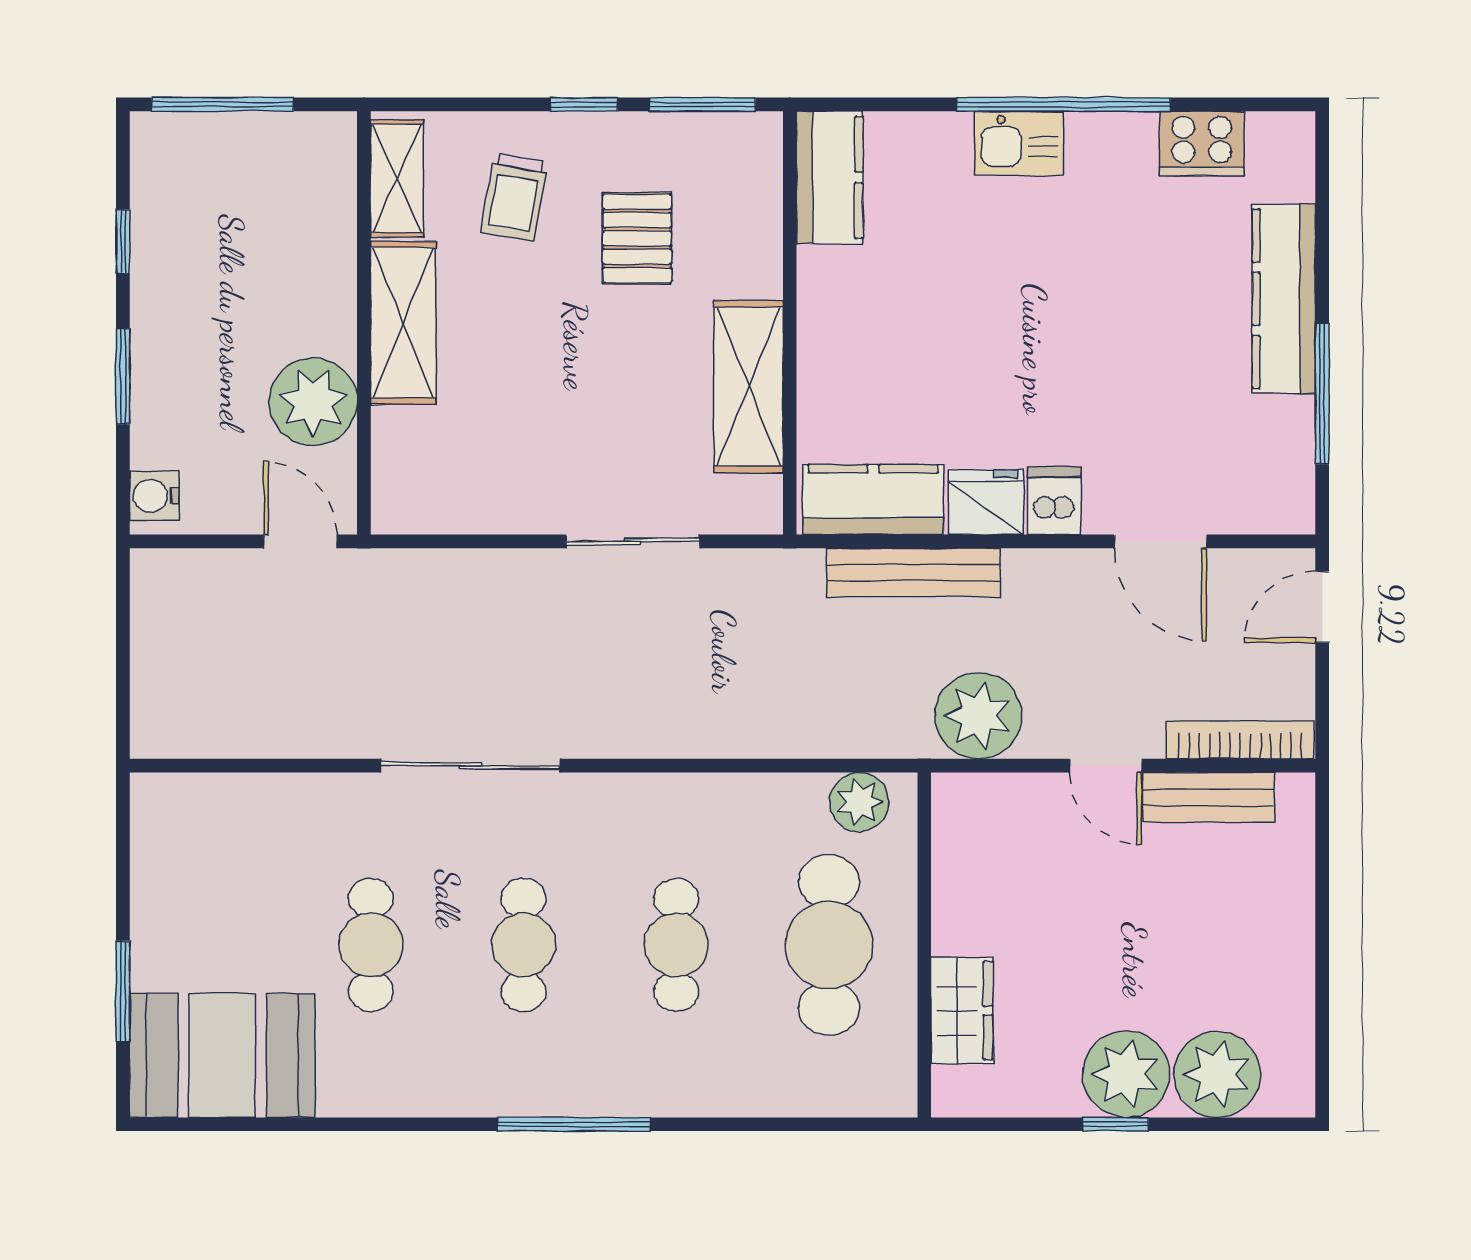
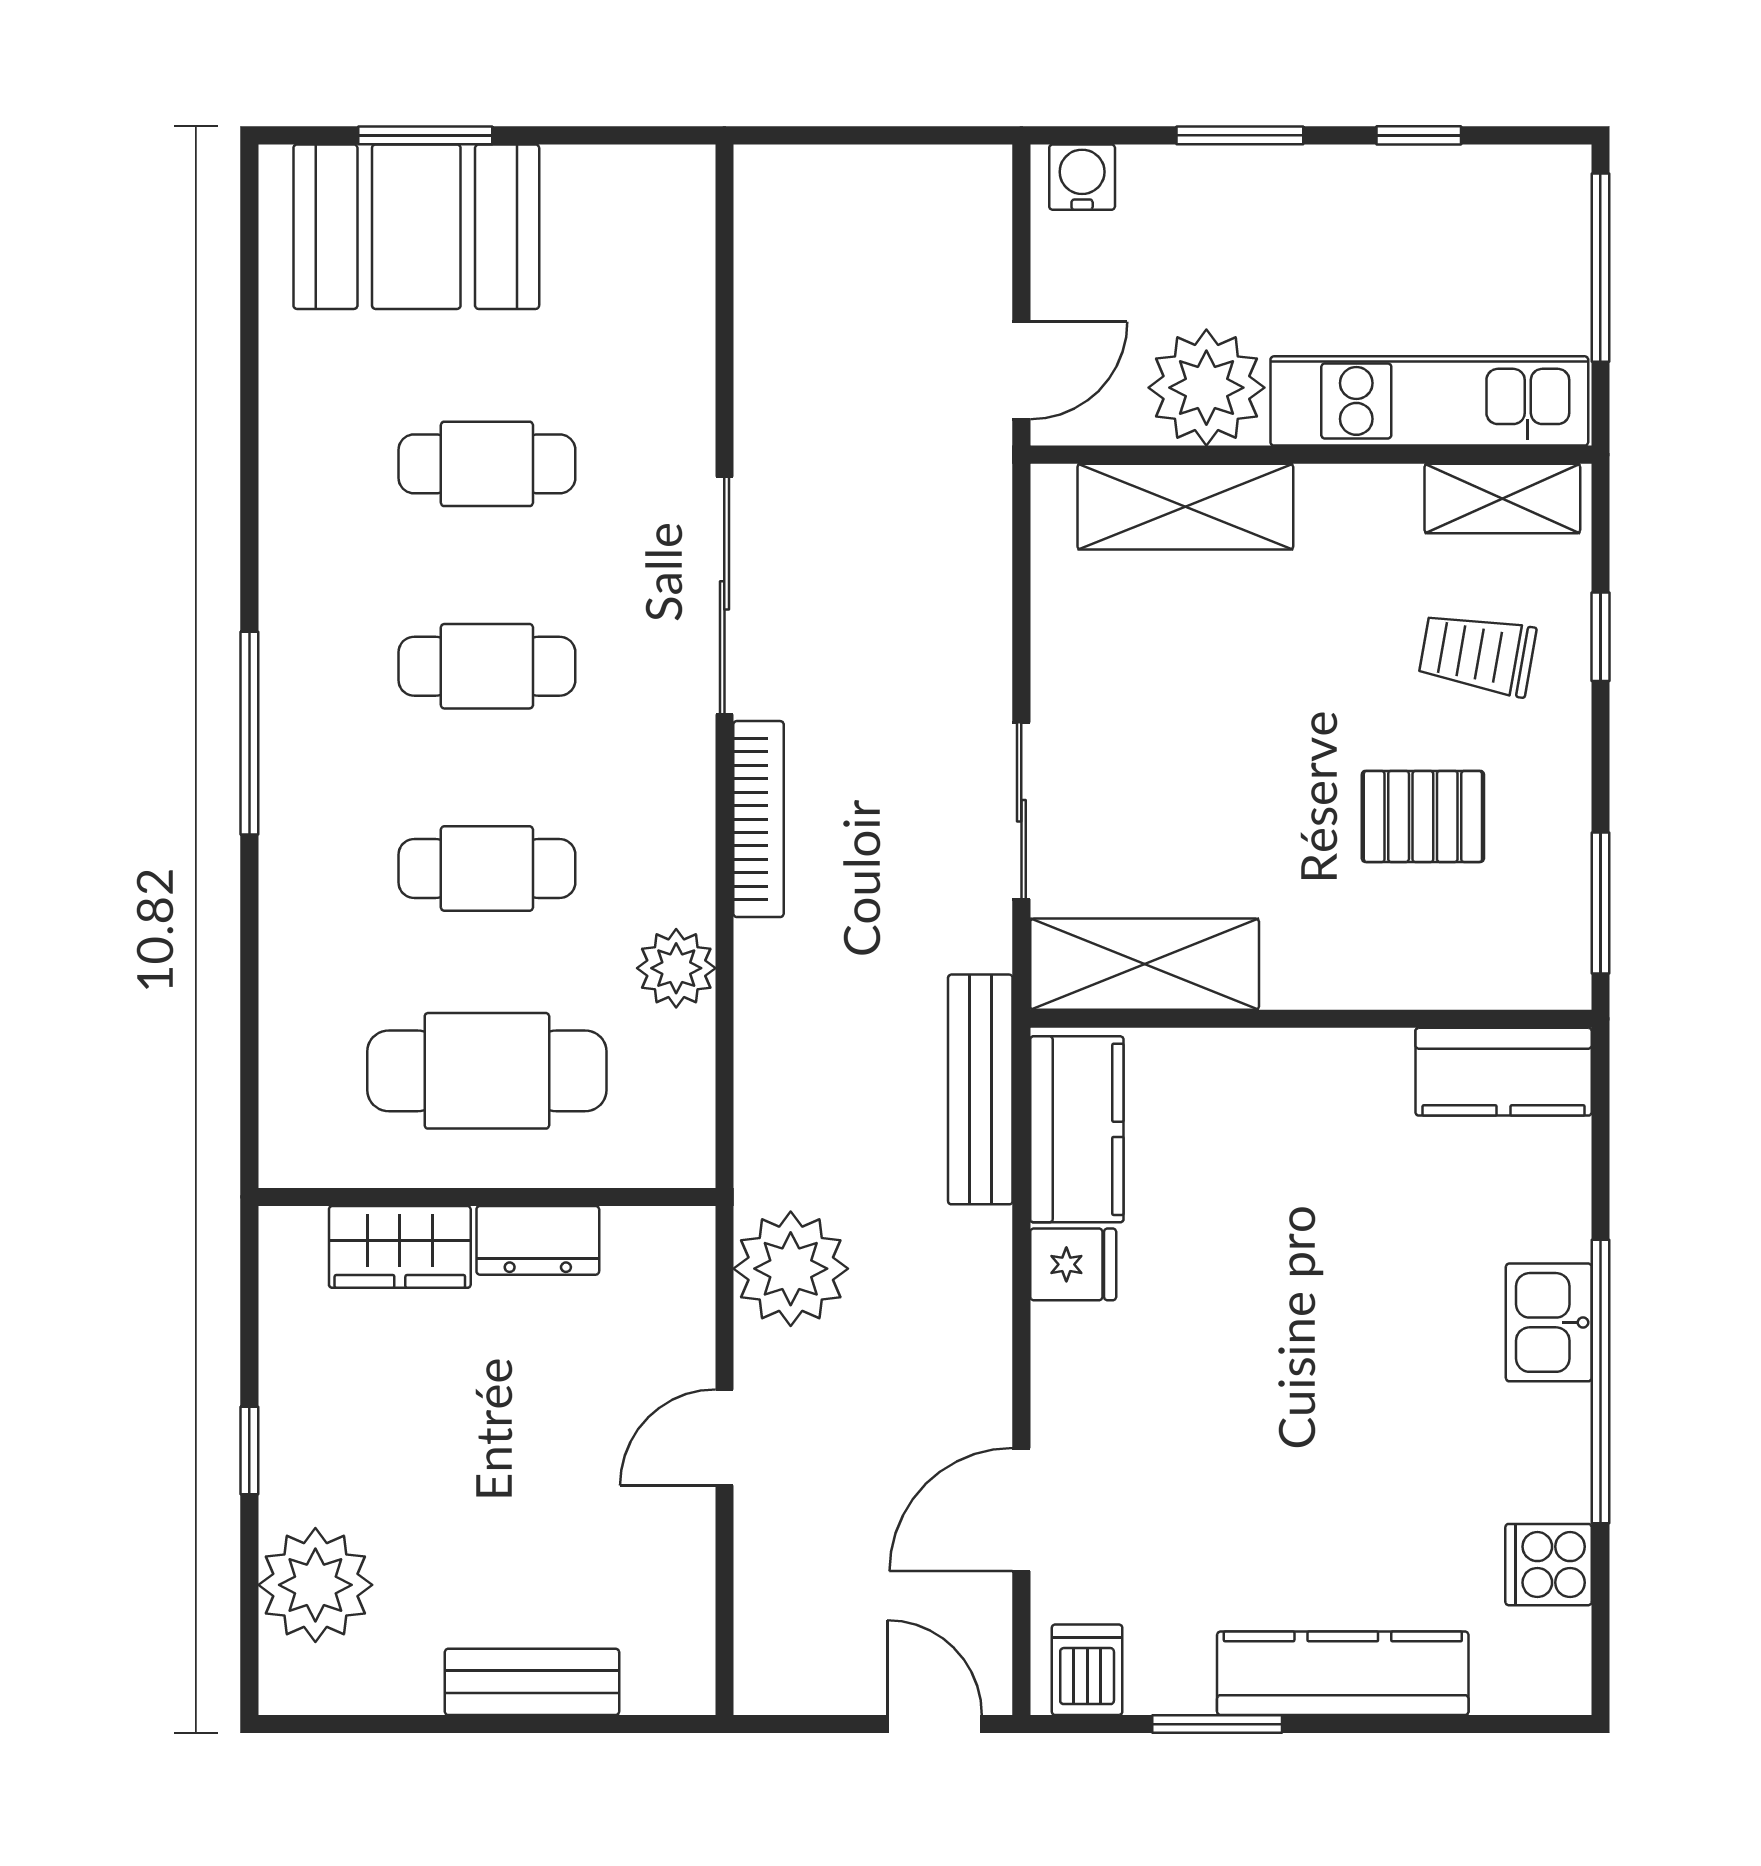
window: (584, 104) -> (1600, 637), moved
cooker: (1202, 144) -> (1549, 1565), width x0.73
kitchen unit: (323, 233) -> (1429, 401), added
shelving: (403, 323) -> (1185, 507), moved
shelving: (749, 387) -> (1145, 964), moved
window: (1322, 394) -> (1217, 1724), width x0.69
dishwasher: (1054, 500) -> (1087, 1670), moved, turned -90
fridge: (986, 502) -> (1073, 1264), width x0.72
bench: (914, 572) -> (980, 1089), moved
bookcase: (1240, 740) -> (758, 819), moved
bench: (1209, 797) -> (532, 1682), moved, turned 90
plant: (859, 802) -> (676, 968), moved
dresser: (957, 907) -> (538, 1240), added
booth: (222, 1055) -> (416, 227), moved, turned 90
plant: (1126, 1074) -> (316, 1464), removed

